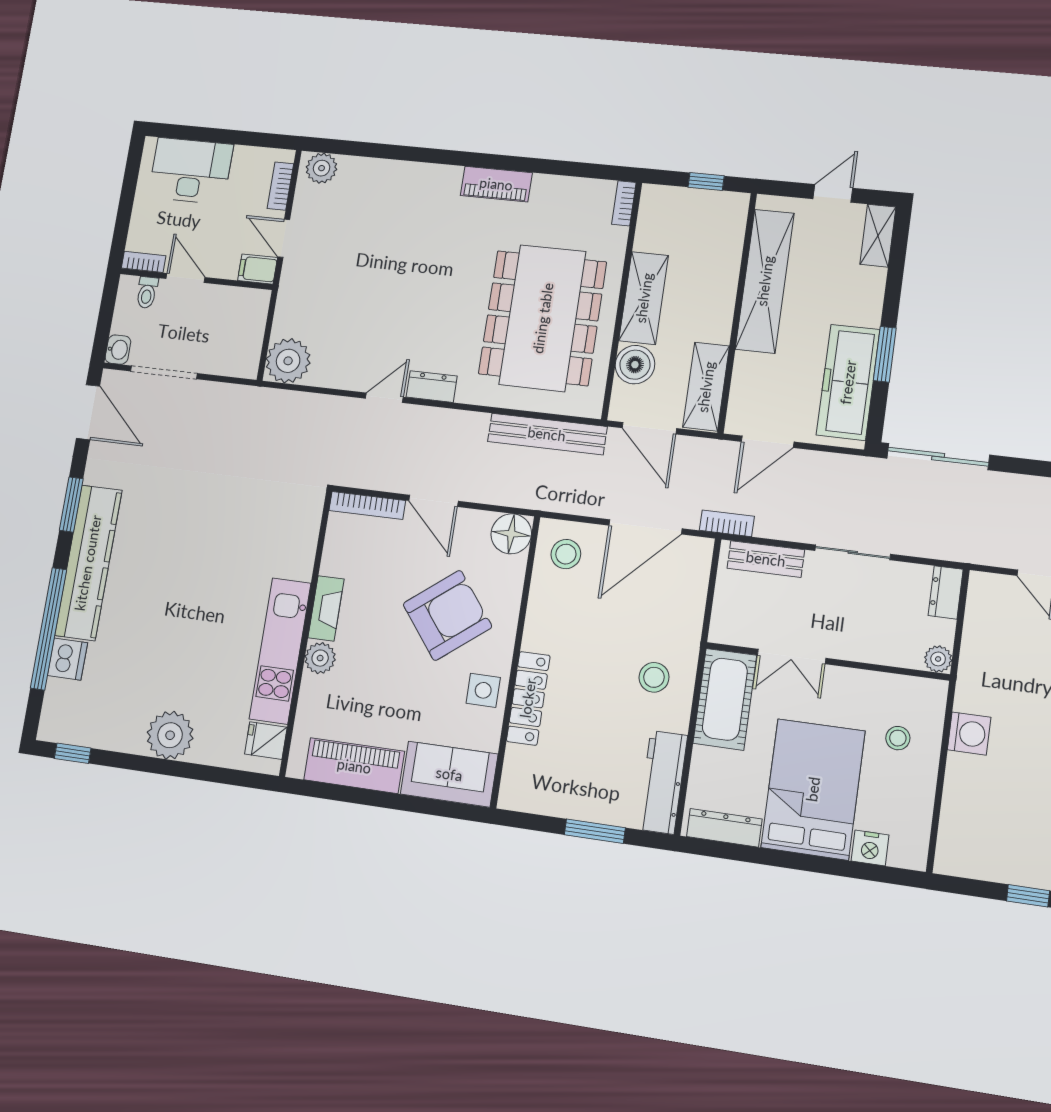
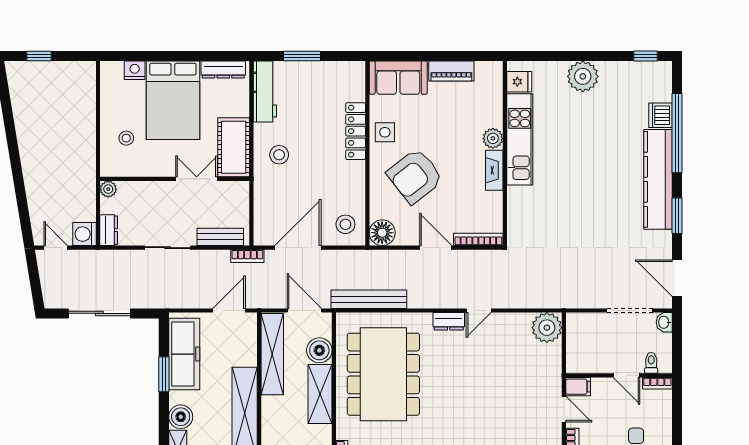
boiler: (866, 286) -> (181, 417), added
shelving: (706, 387) -> (272, 354), width x1.47
sliding door: (938, 457) -> (99, 313), moved
washing machine: (969, 734) -> (84, 234), moved
piano: (354, 766) -> (451, 71), width x0.73, depth x0.75

